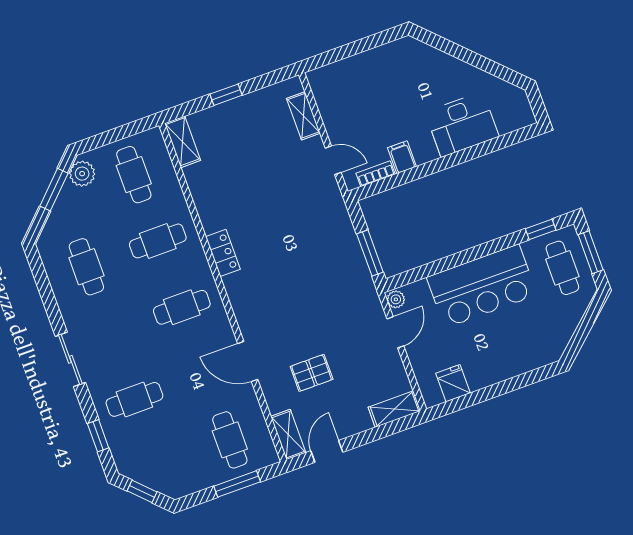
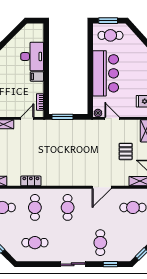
filing cabinet: (402, 157) -> (37, 77), moved
window: (541, 229) -> (90, 39), removed
locker: (223, 253) -> (31, 181), moved
window: (370, 253) -> (63, 117), moved
pallet: (312, 373) -> (126, 151), moved

